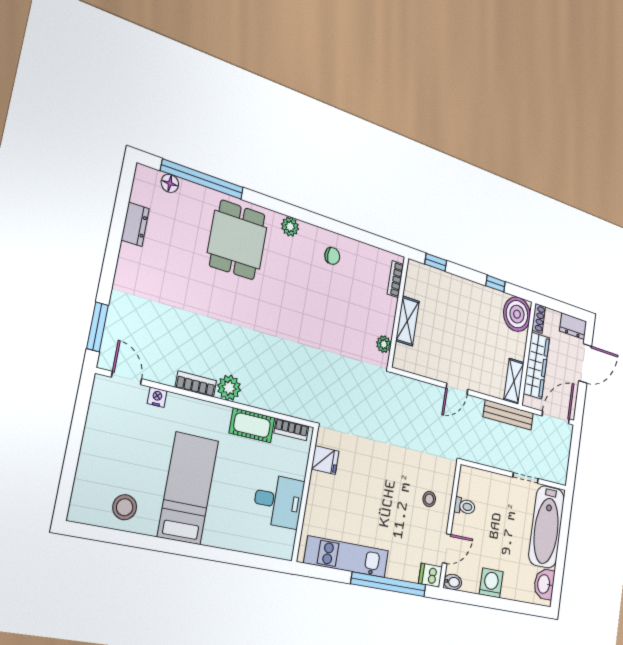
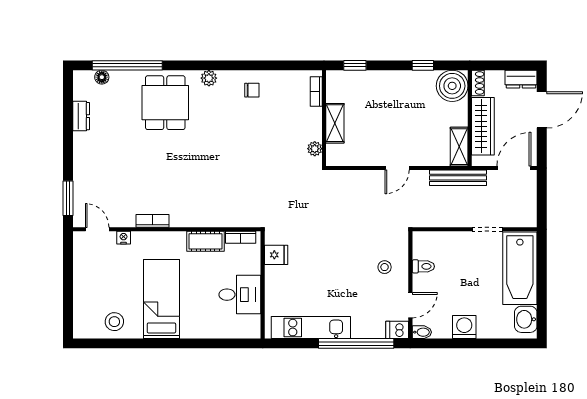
plant: (229, 388) -> (180, 217), removed

